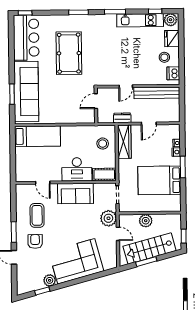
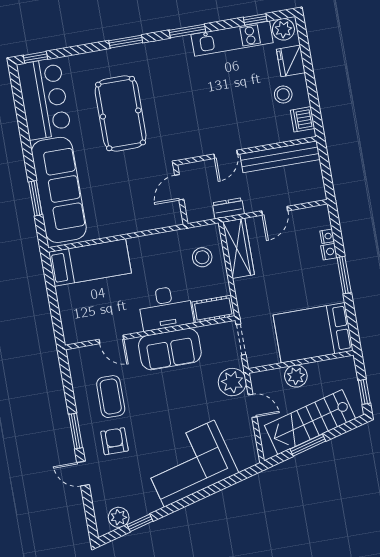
bed: (159, 180) -> (313, 333), moved
plant: (50, 280) -> (119, 517), moved

